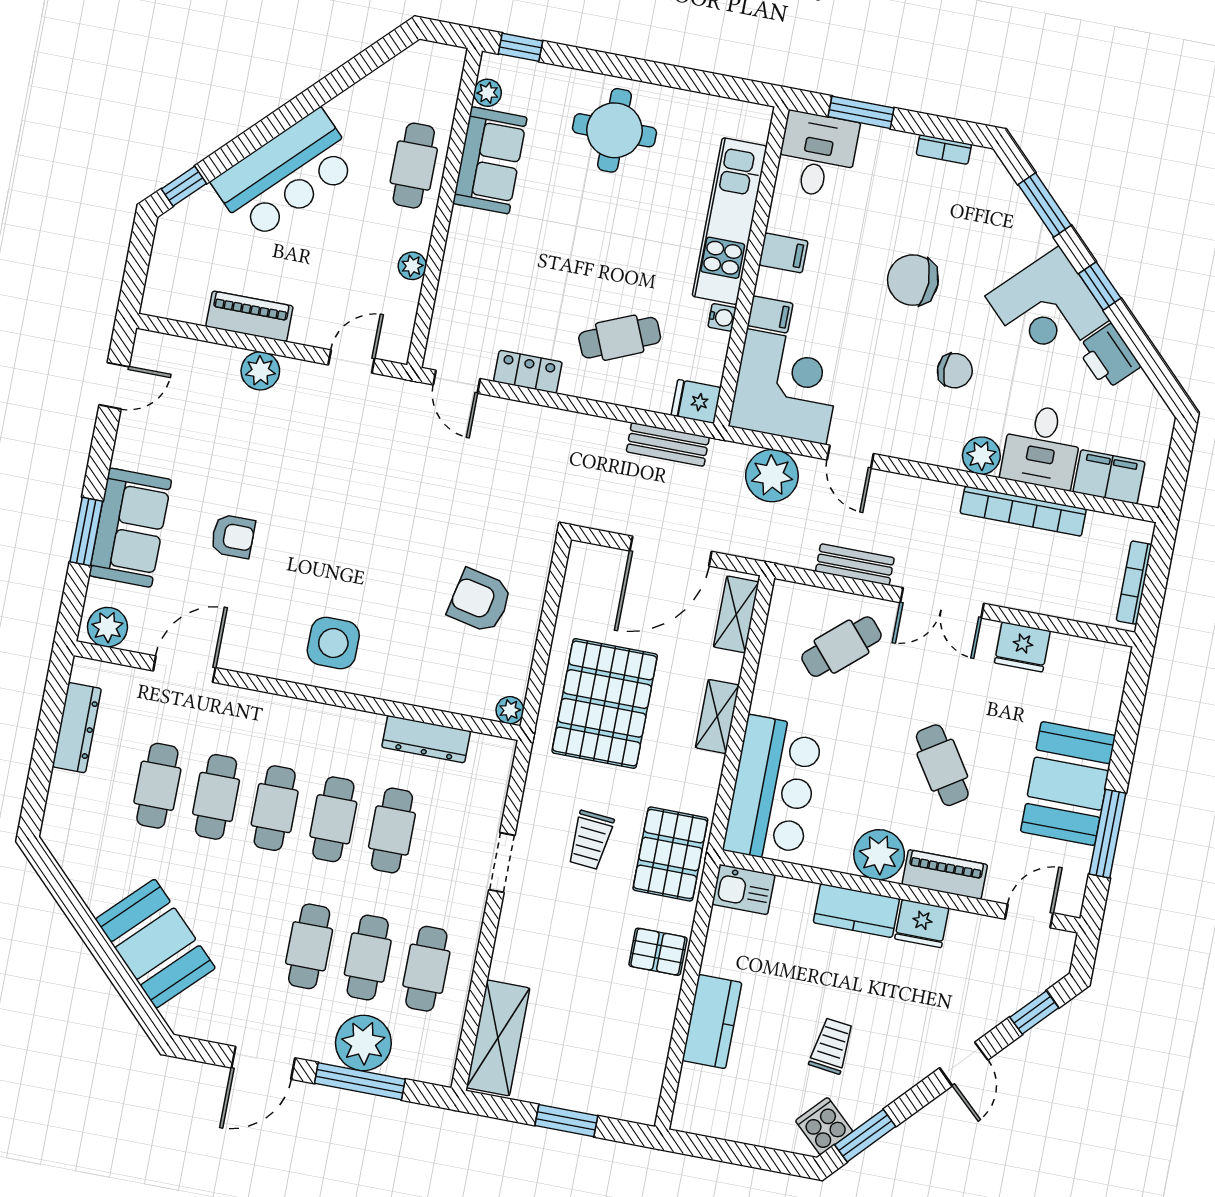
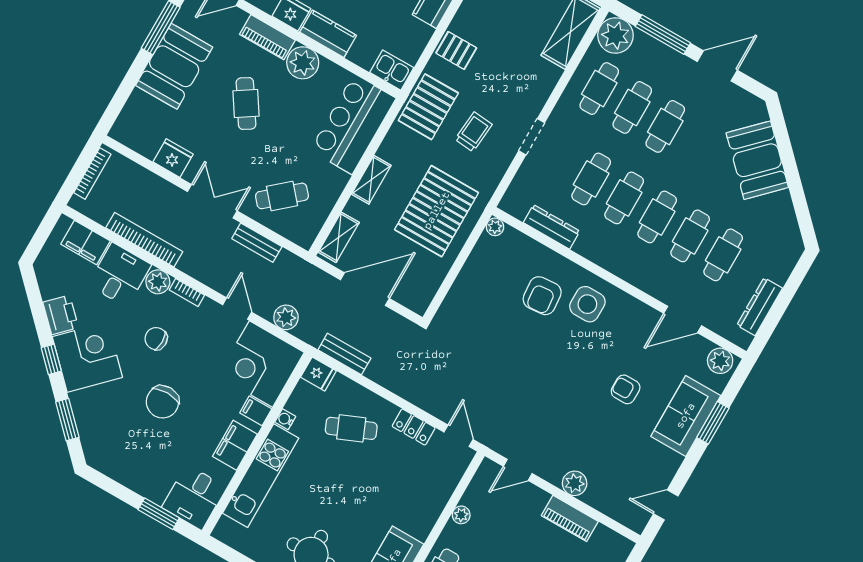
bookcase: (944, 149) -> (187, 292), moved, turned 180
filing cabinet: (783, 253) -> (235, 445), width x2.00
chair: (913, 280) -> (162, 402), turned 90
plant: (772, 476) -> (286, 317), width x0.73, depth x0.73
armchair: (480, 601) -> (542, 296), moved, turned 73
plant: (363, 1043) -> (615, 35), moved

